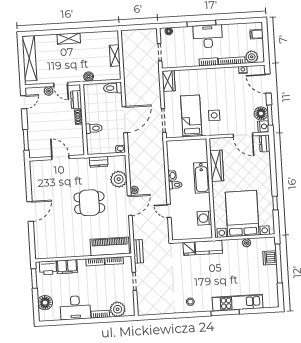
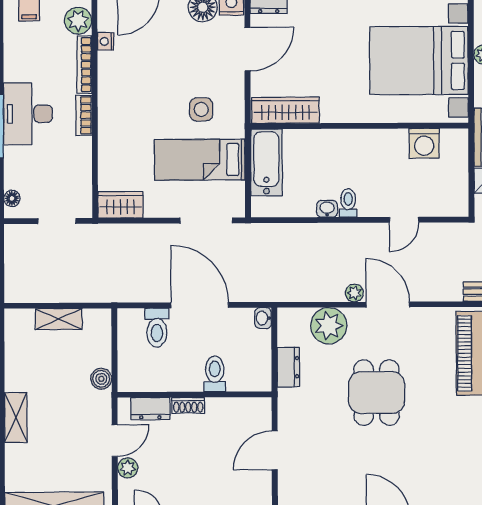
toilet: (113, 88) -> (157, 328), moved
wardrobe: (217, 166) -> (286, 110), moved
bathtub: (202, 178) -> (266, 162), moved, turned -90

